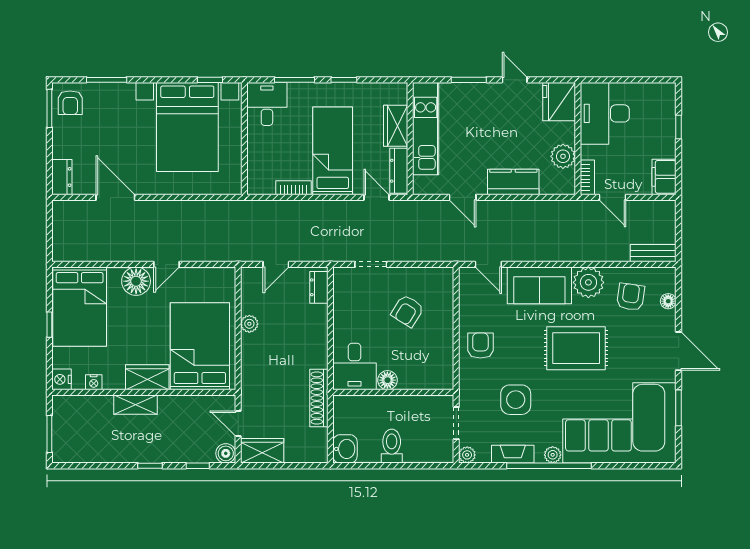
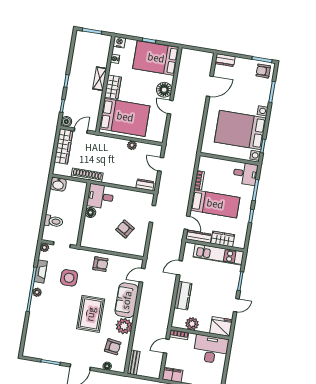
door: (377, 197) -> (187, 223), hinge flipped
corner sofa: (619, 423) -> (48, 330), removed
toilet: (392, 446) -> (54, 221), moved
wardrobe: (262, 451) -> (64, 146), width x1.50

